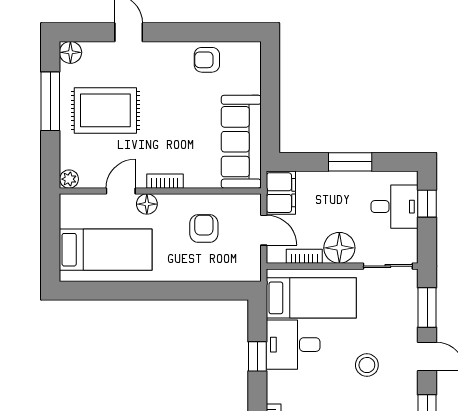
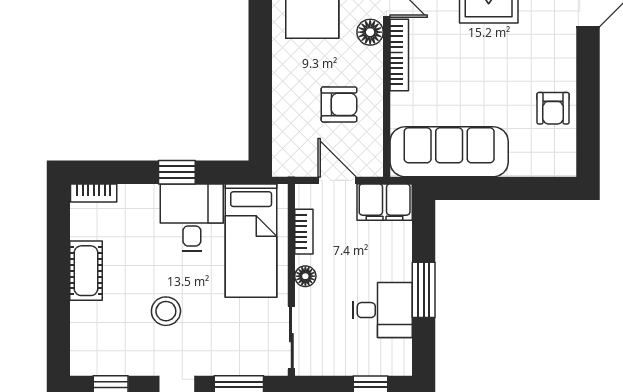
armchair: (207, 60) -> (553, 108), turned 180
bookcase: (165, 181) -> (399, 55), width x1.56
desk: (395, 207) -> (382, 310), moved, turned -90
door: (264, 230) -> (337, 180), swing flipped
floor lamp: (339, 248) -> (305, 276), width x0.53, depth x0.53

